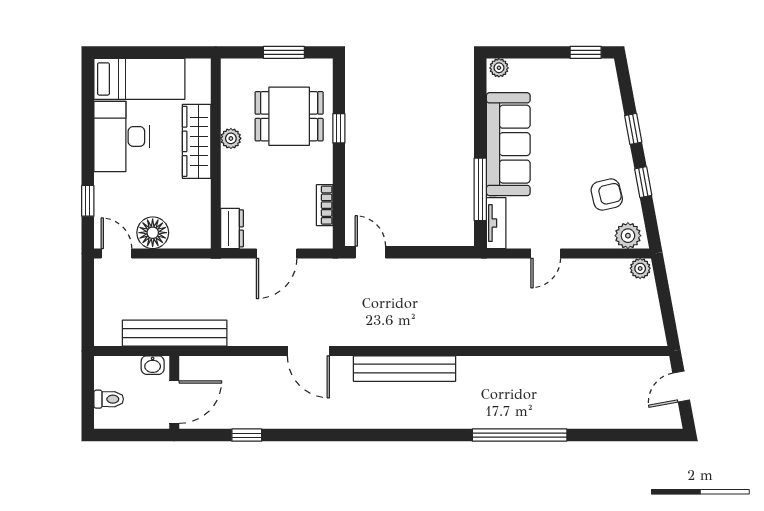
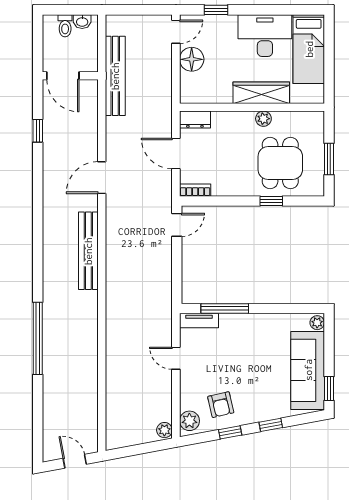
sofa: (508, 144) -> (308, 370), moved, turned 90
bookcase: (325, 205) -> (195, 190), moved
washbasin: (153, 365) -> (82, 22), moved, turned -90

